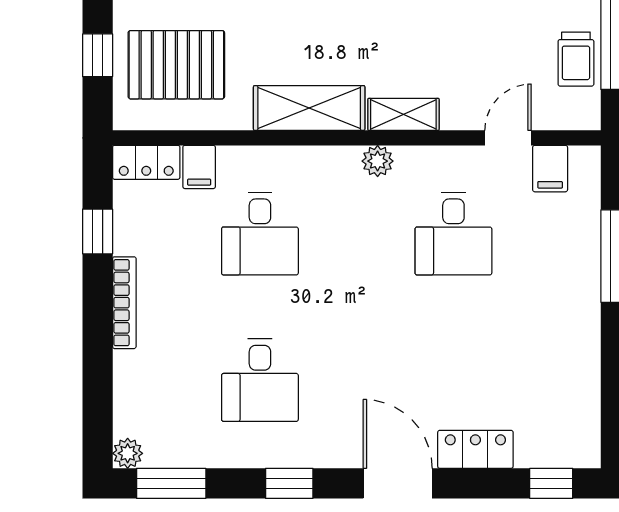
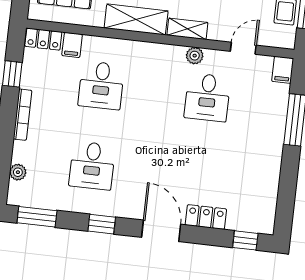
plant: (378, 161) -> (195, 56), moved
filing cabinet: (550, 169) -> (283, 70), moved
plant: (128, 453) -> (18, 172), moved

